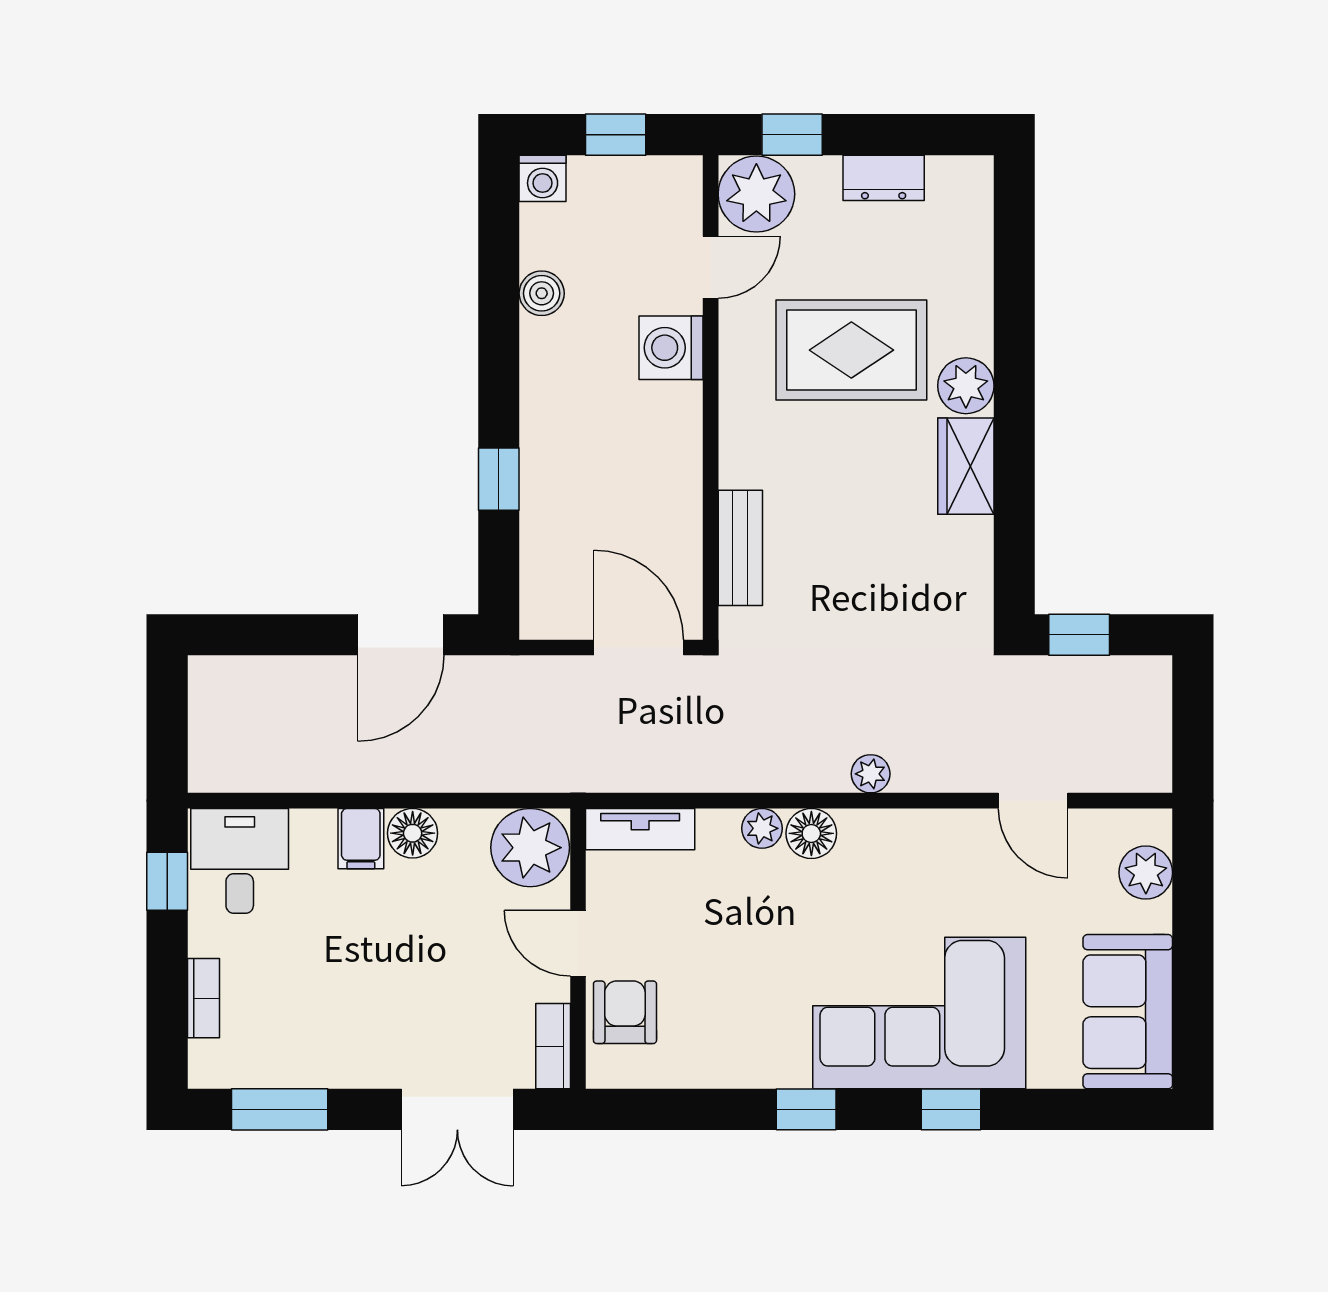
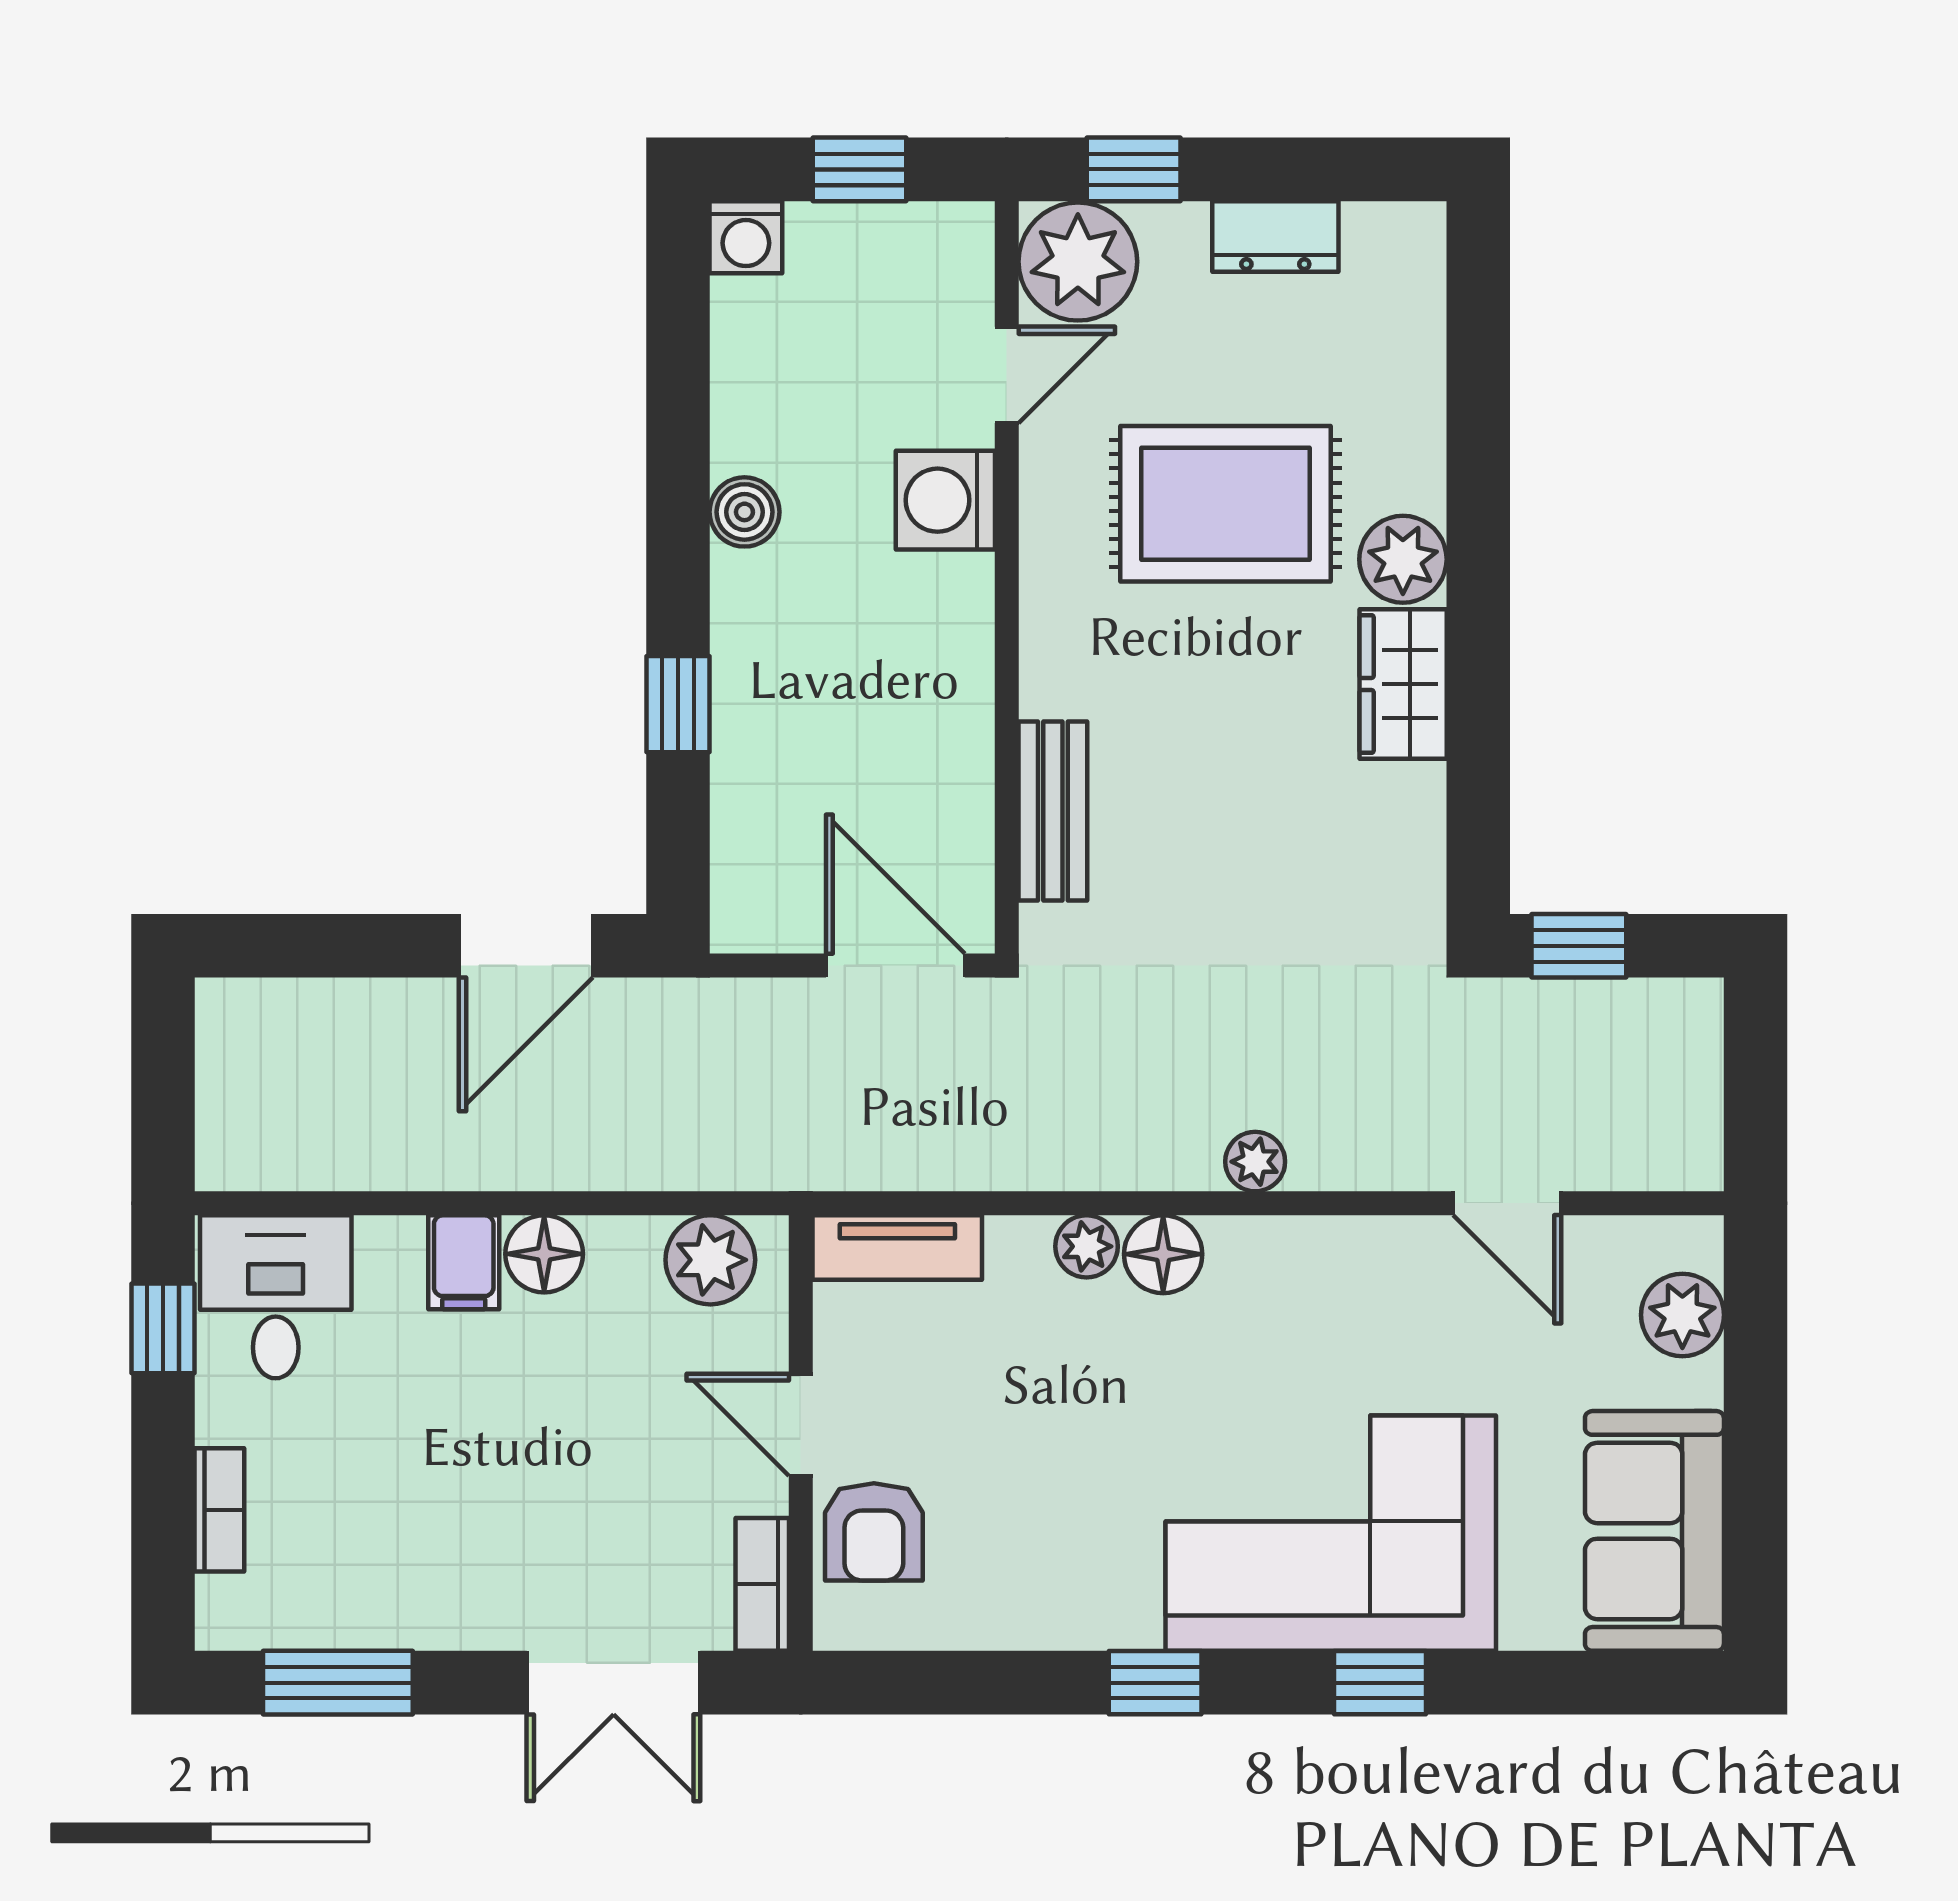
boiler: (542, 293) -> (744, 512), moved
plant: (530, 848) -> (710, 1260), width x0.73, depth x0.73
armchair: (625, 1012) -> (874, 1532), turned 180

